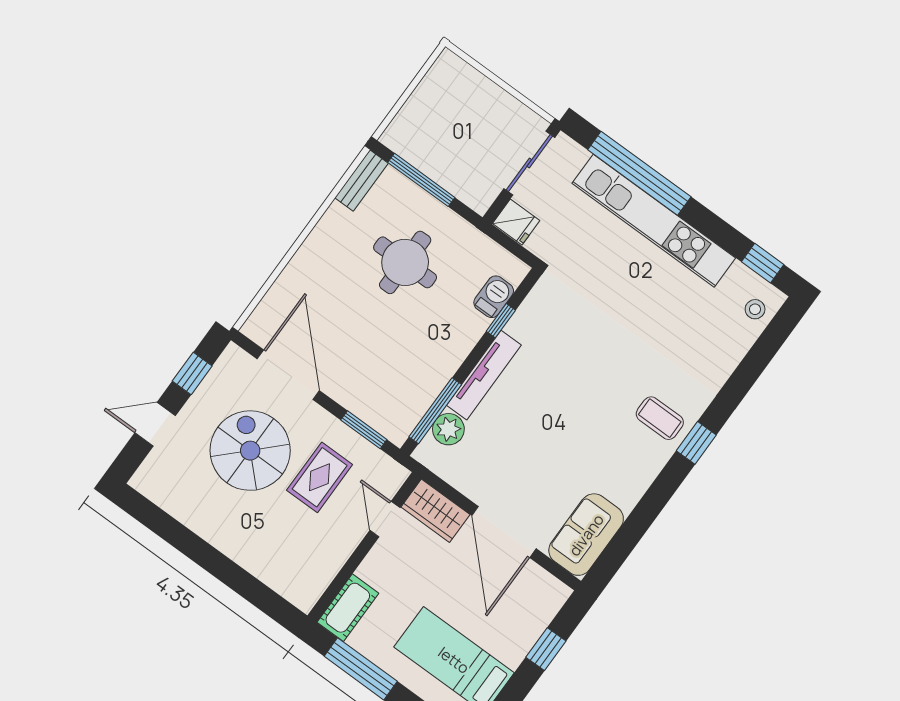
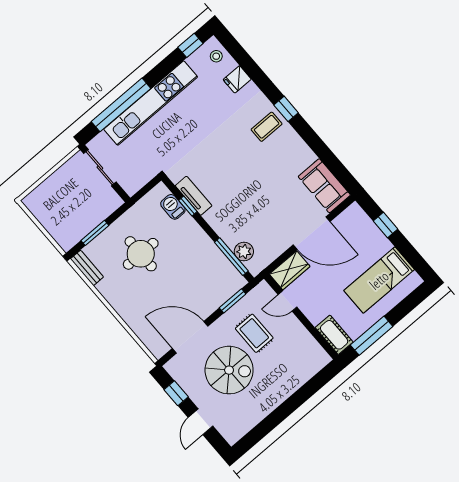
window: (421, 180) -> (95, 233), width x0.69
fridge: (516, 222) -> (237, 79), moved, turned 180
tv unit: (484, 375) -> (194, 196), moved, width x0.71
spiral stairs: (250, 451) -> (229, 370), turned 180

